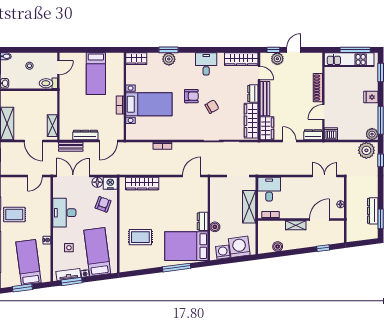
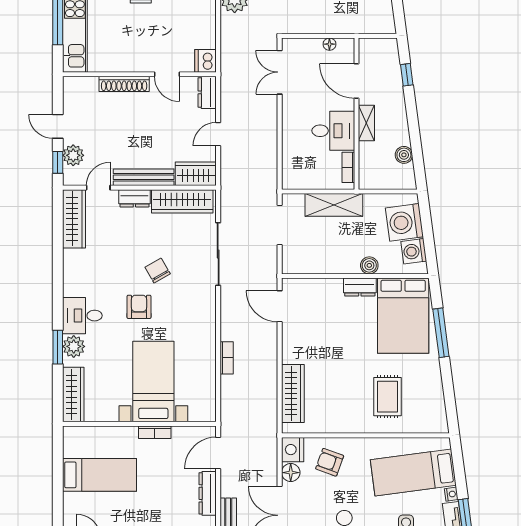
wardrobe: (136, 59) -> (73, 395), width x1.50
desk: (206, 64) -> (82, 316), moved
door: (108, 141) -> (218, 453), swing flipped
desk: (269, 189) -> (333, 131), moved, turned 180

